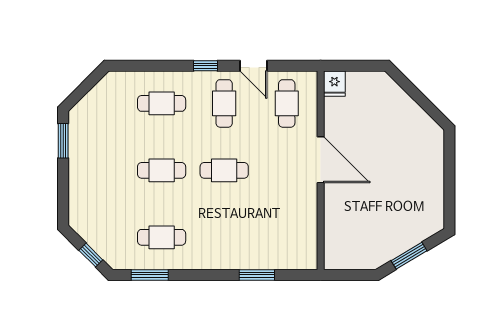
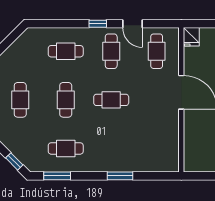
cafe table: (99, 170) -> (20, 100), added
cafe table: (162, 170) -> (66, 100), turned 90
window: (257, 275) -> (120, 176), moved

